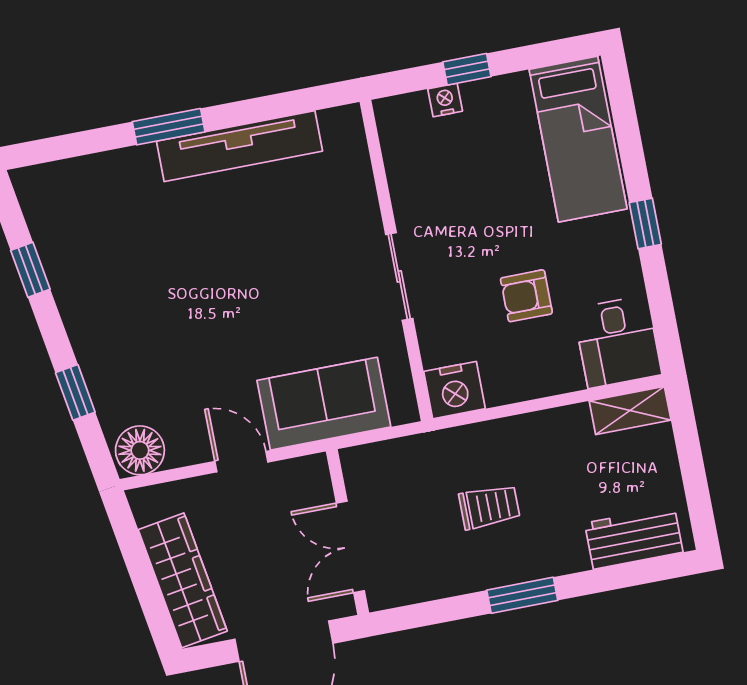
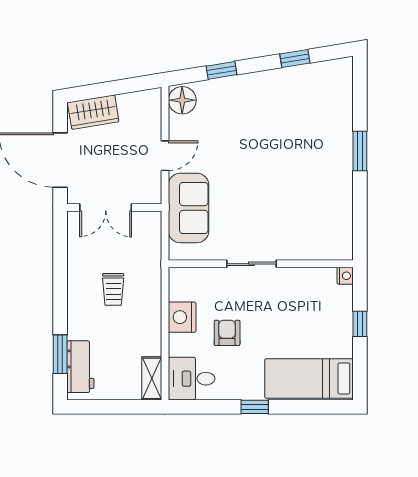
nightstand: (445, 100) -> (345, 276), moved
tv unit: (239, 146) -> (341, 189), removed
nightstand: (454, 390) -> (182, 317), moved
double door: (350, 547) -> (106, 207), swing flipped
wardrobe: (183, 580) -> (93, 112), width x0.67
window: (522, 595) -> (60, 354), moved

